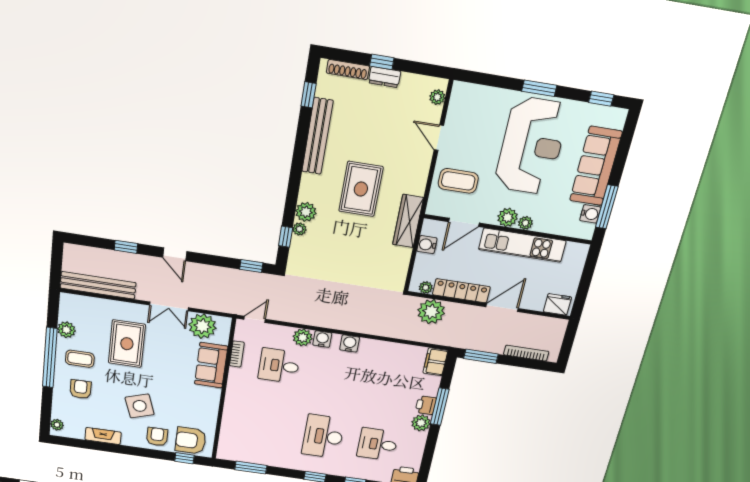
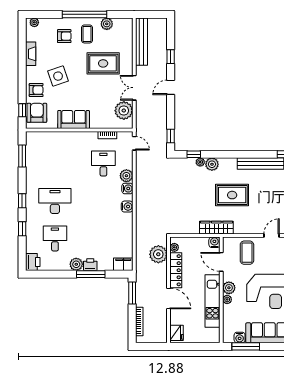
water cooler: (427, 245) -> (214, 242), moved
sofa: (211, 365) -> (74, 120), moved

